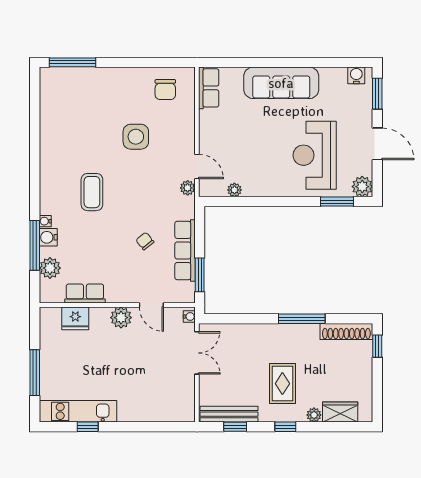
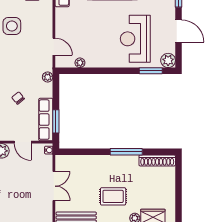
plant: (188, 188) -> (48, 77), moved
row of seats: (185, 250) -> (46, 120), moved
window: (377, 346) -> (178, 171), removed
double door: (197, 353) -> (54, 186), moved
rug: (282, 384) -> (113, 196), turned 90

